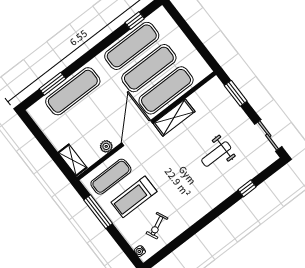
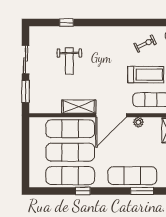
window: (135, 21) -> (83, 191), moved
sliding door: (268, 136) -> (26, 60), moved
weight bench: (216, 154) -> (69, 61), turned 90

